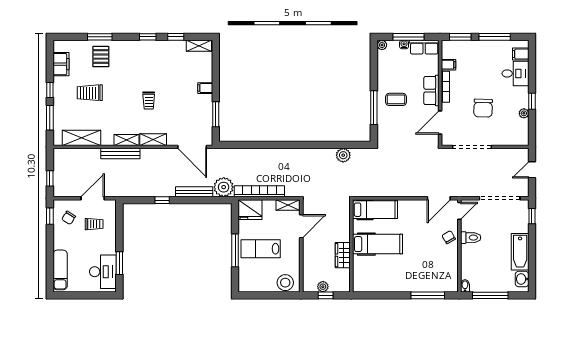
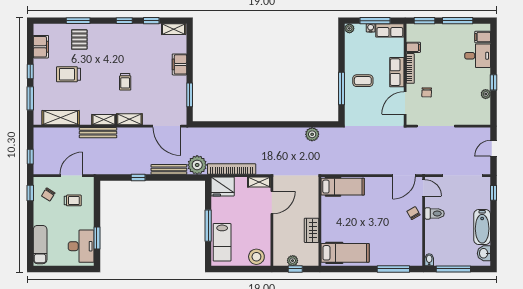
filing cabinet: (205, 88) -> (179, 64), width x2.00
chair: (483, 108) -> (427, 92), moved, width x0.54, depth x0.54
door: (459, 211) -> (424, 188), hinge flipped
hospital bed: (378, 244) -> (345, 253), moved
lab bench: (261, 249) -> (222, 242), moved, turned -90

